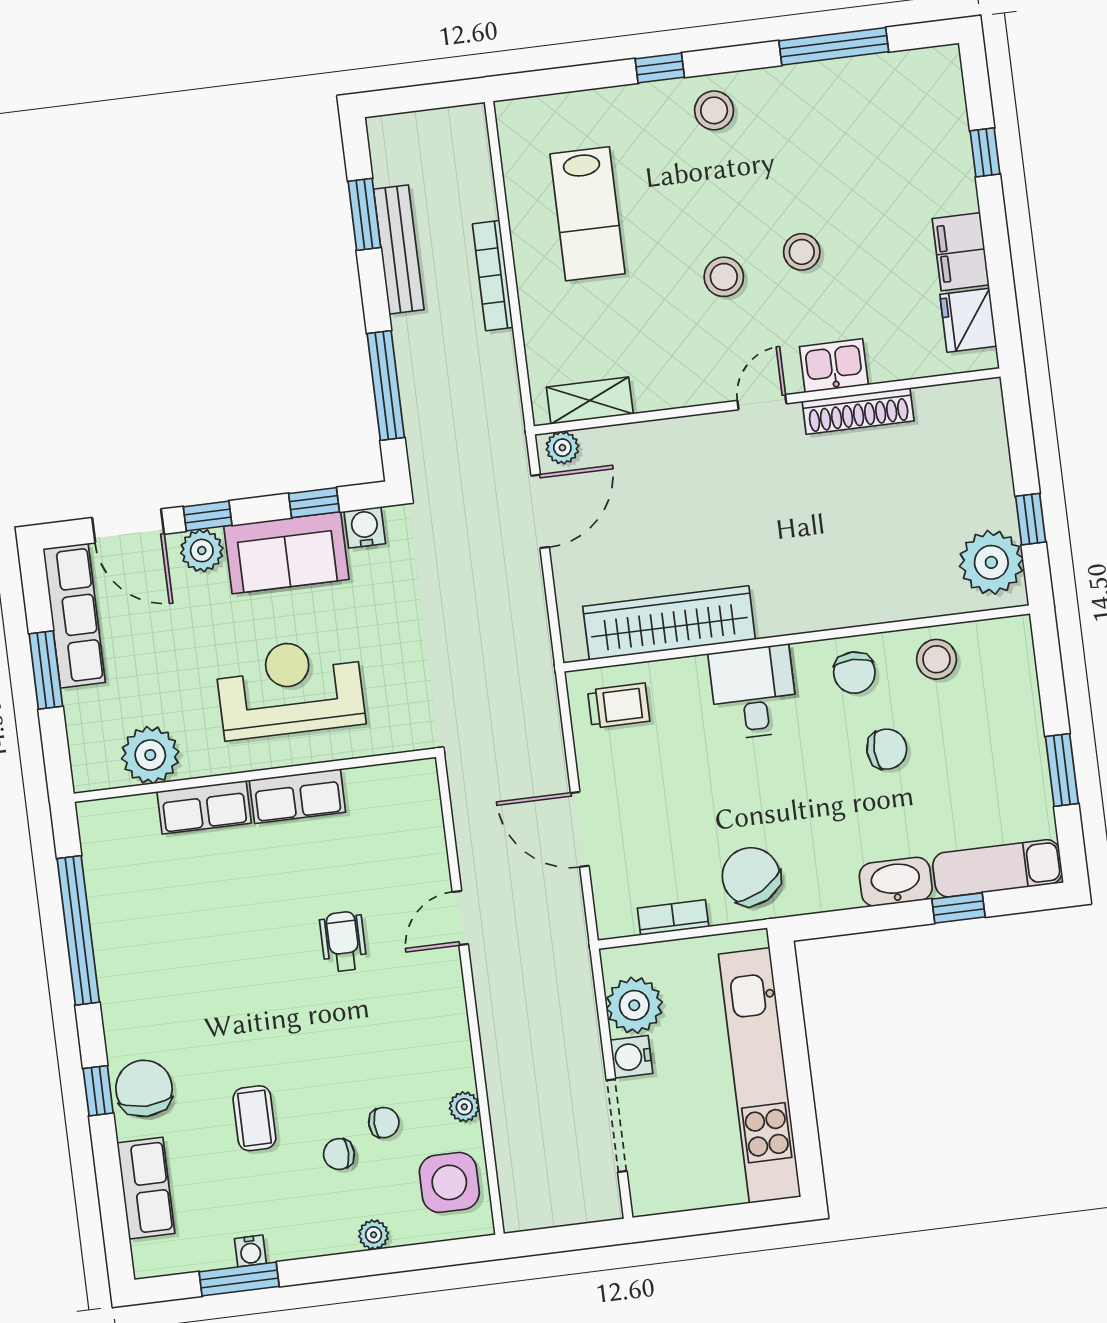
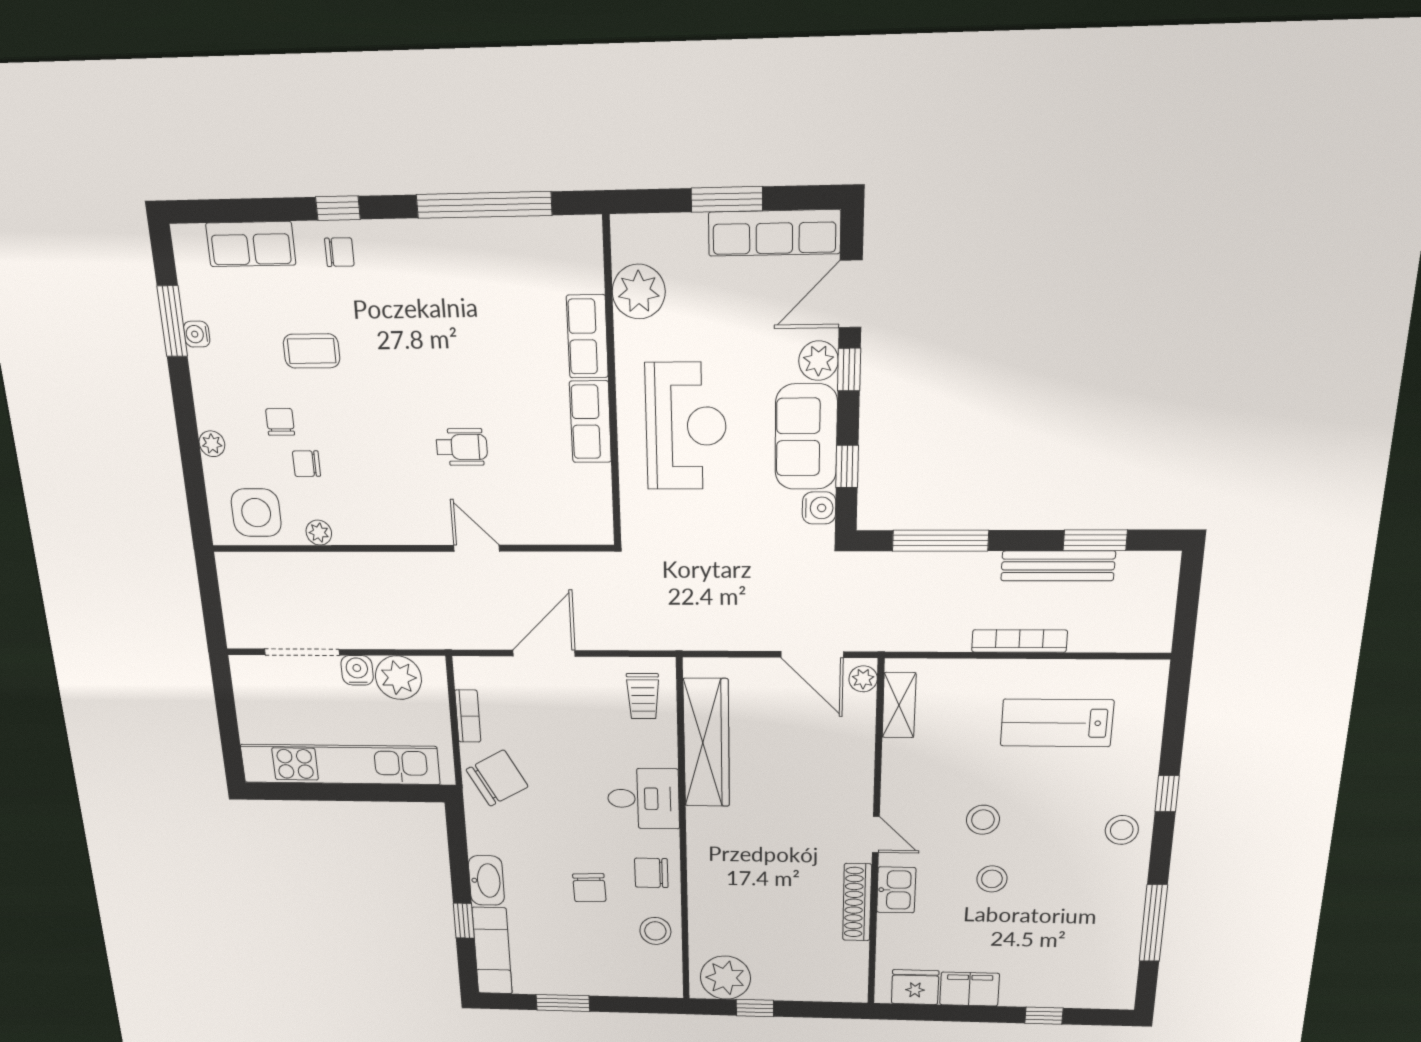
chair: (144, 1088) -> (339, 252), width x0.54, depth x0.54
chair: (384, 1123) -> (306, 464), turned 90

